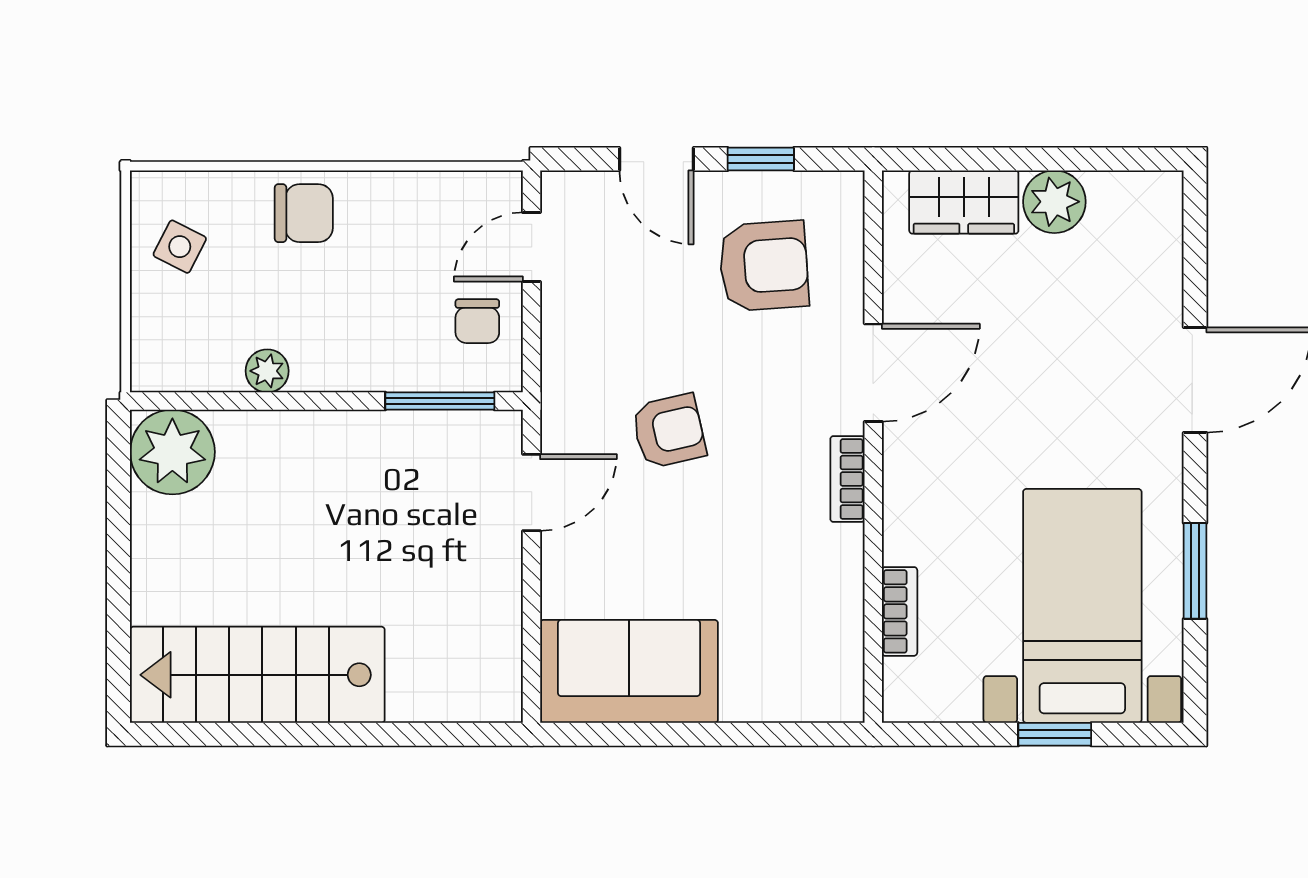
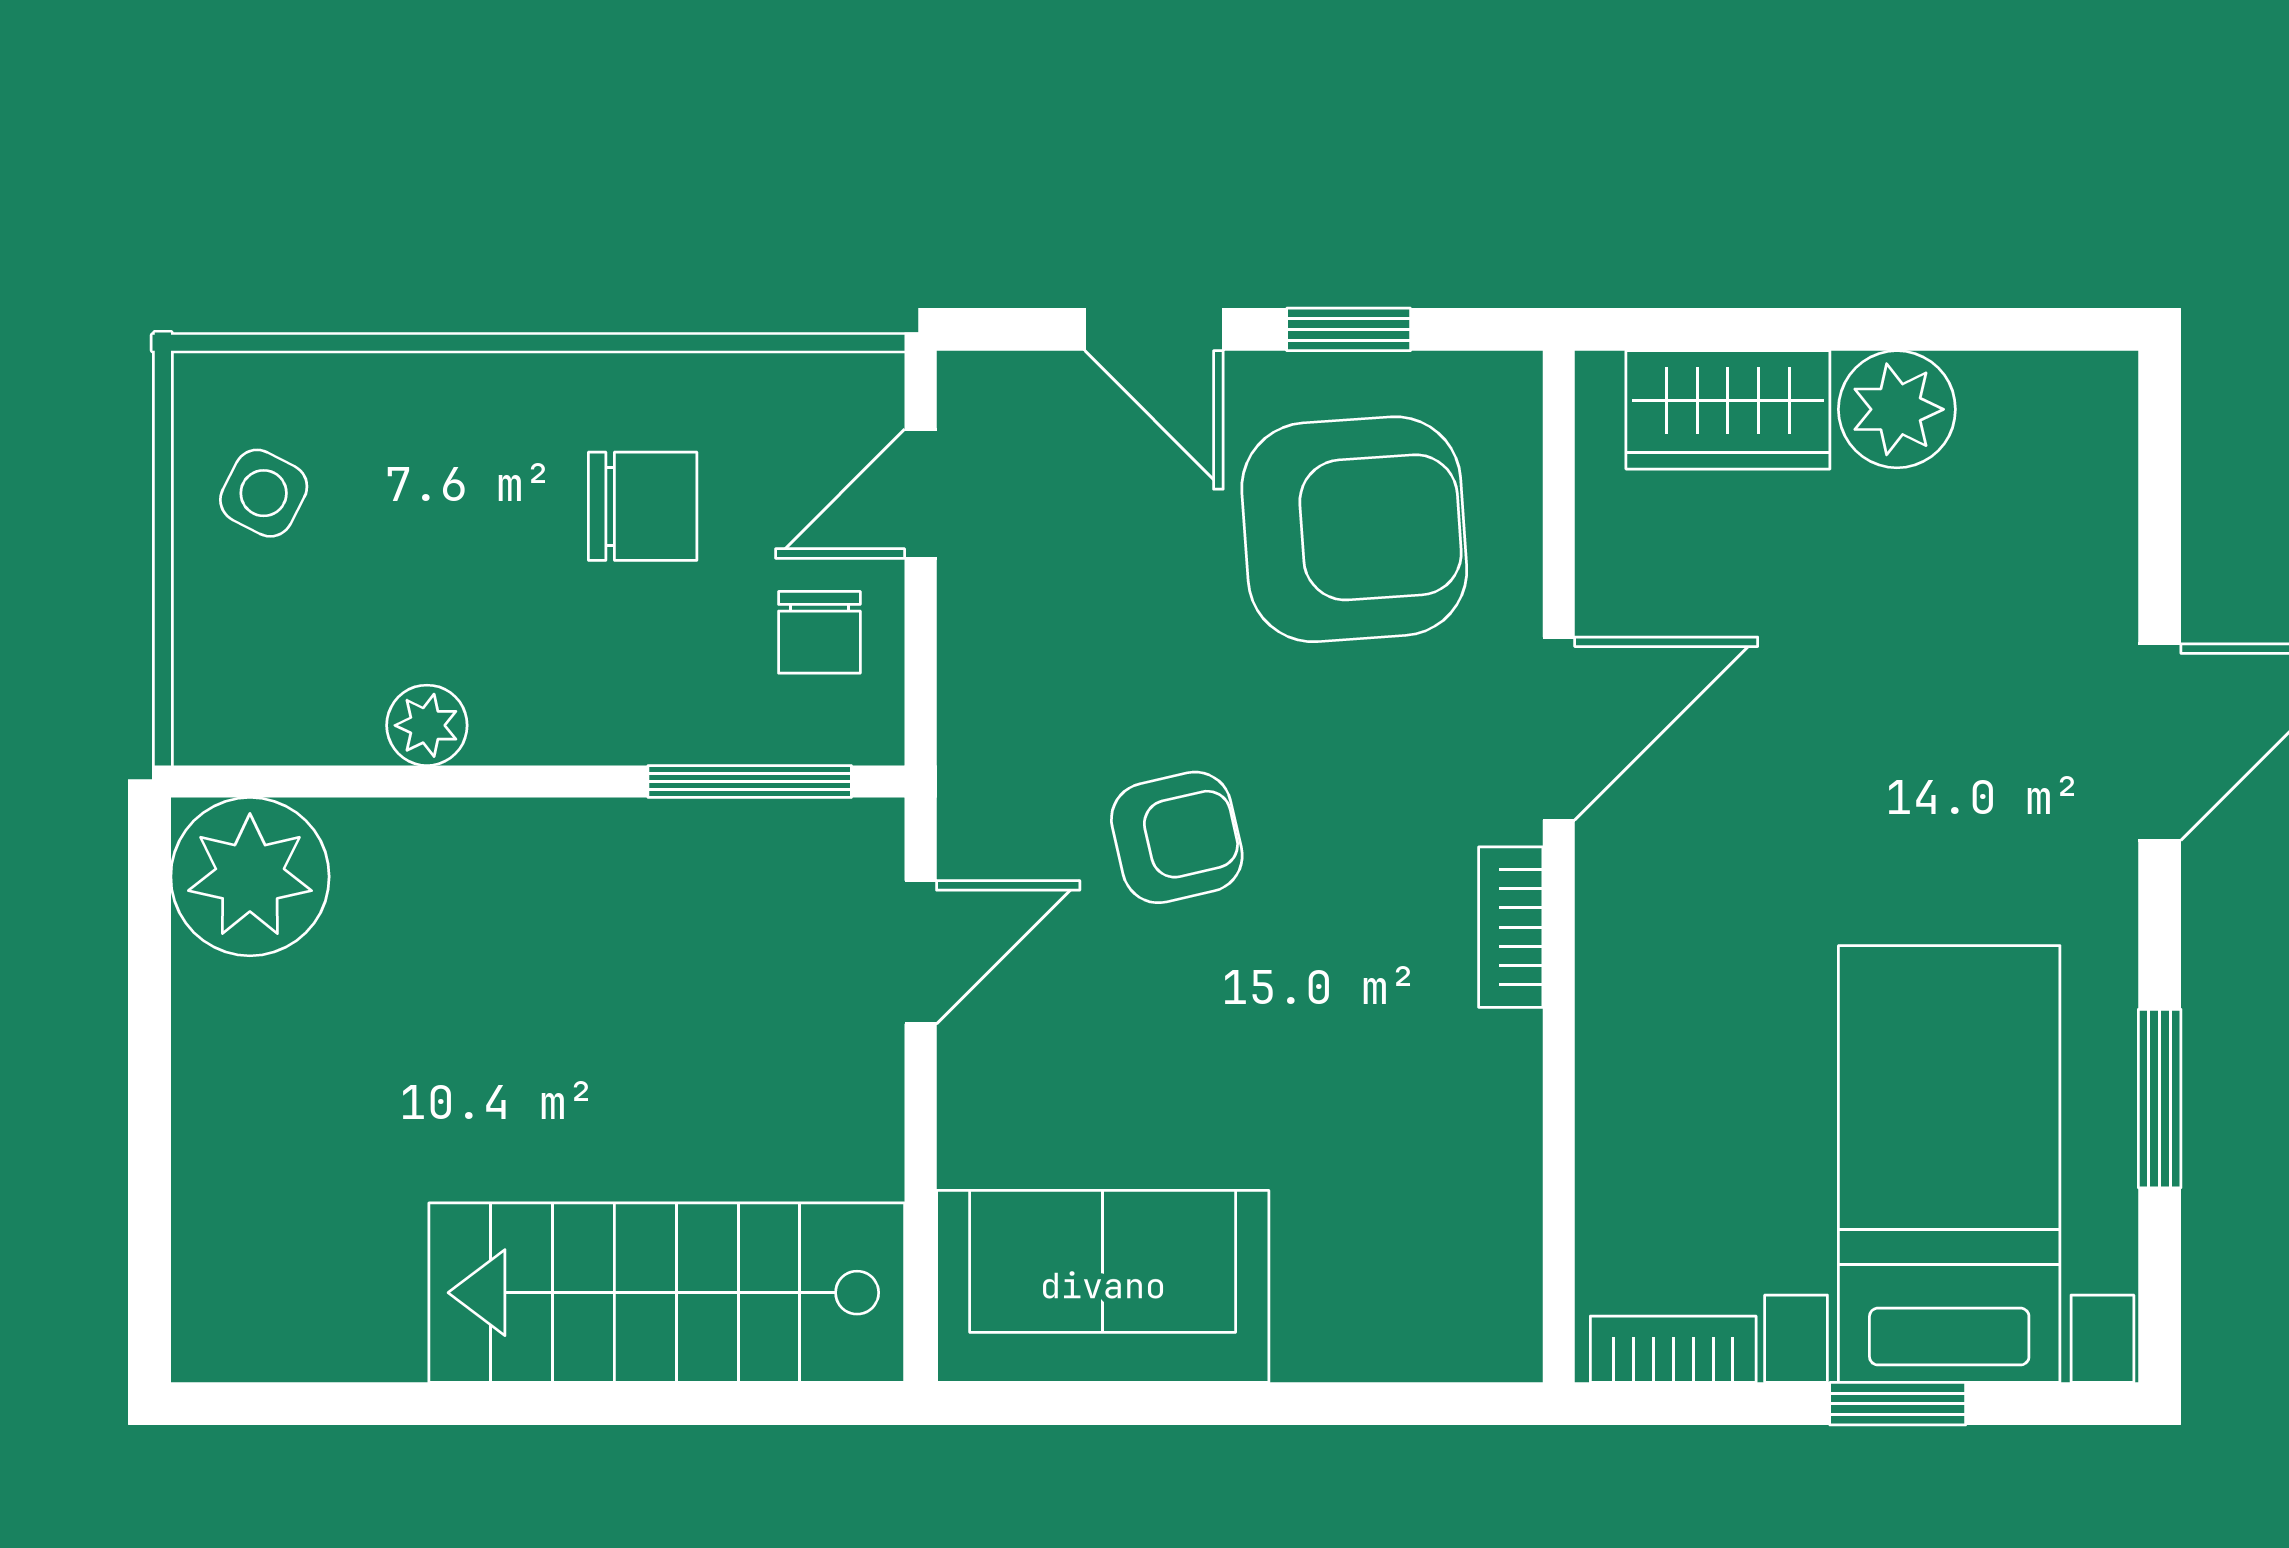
chair: (304, 213) -> (643, 506), moved
armchair: (764, 266) -> (1354, 529), width x1.36, depth x1.36
bookcase: (900, 611) -> (1673, 1349), moved, turned -90
stairs: (257, 675) -> (667, 1293), moved

